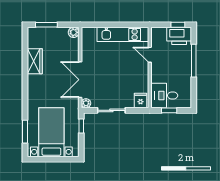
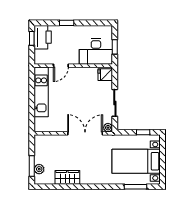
plant: (74, 32) -> (39, 169), moved
window: (194, 61) -> (67, 23), width x0.46
double door: (80, 80) -> (85, 133), swing flipped
desk: (164, 96) -> (96, 51), width x1.37
window: (81, 126) -> (143, 132), moved

